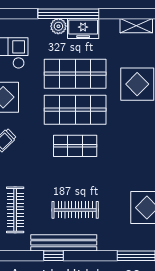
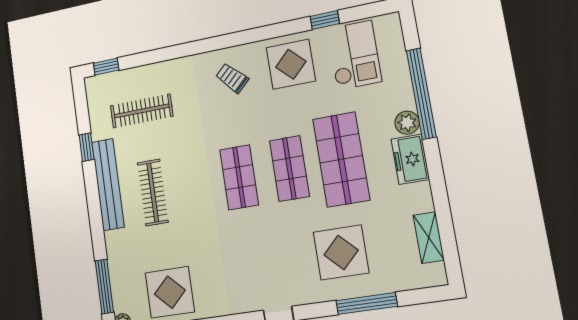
window: (68, 14) -> (421, 94), moved
shop shelf: (75, 110) -> (289, 168), width x0.70, depth x0.74
window: (54, 256) -> (87, 147), moved

